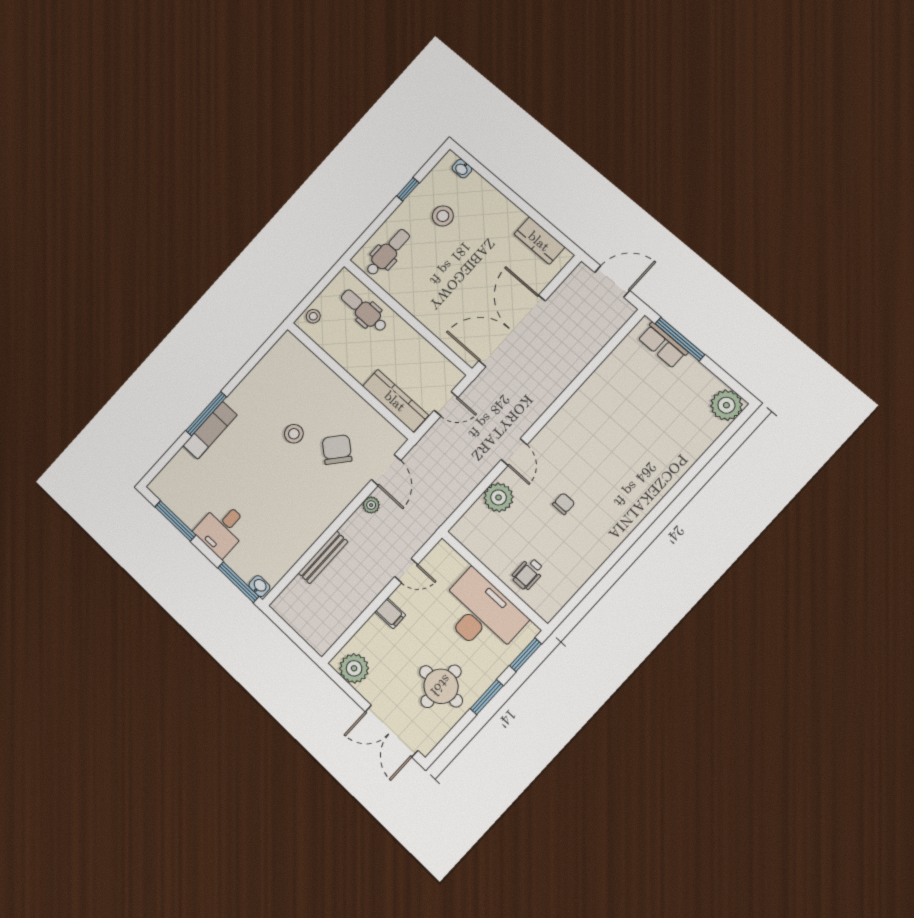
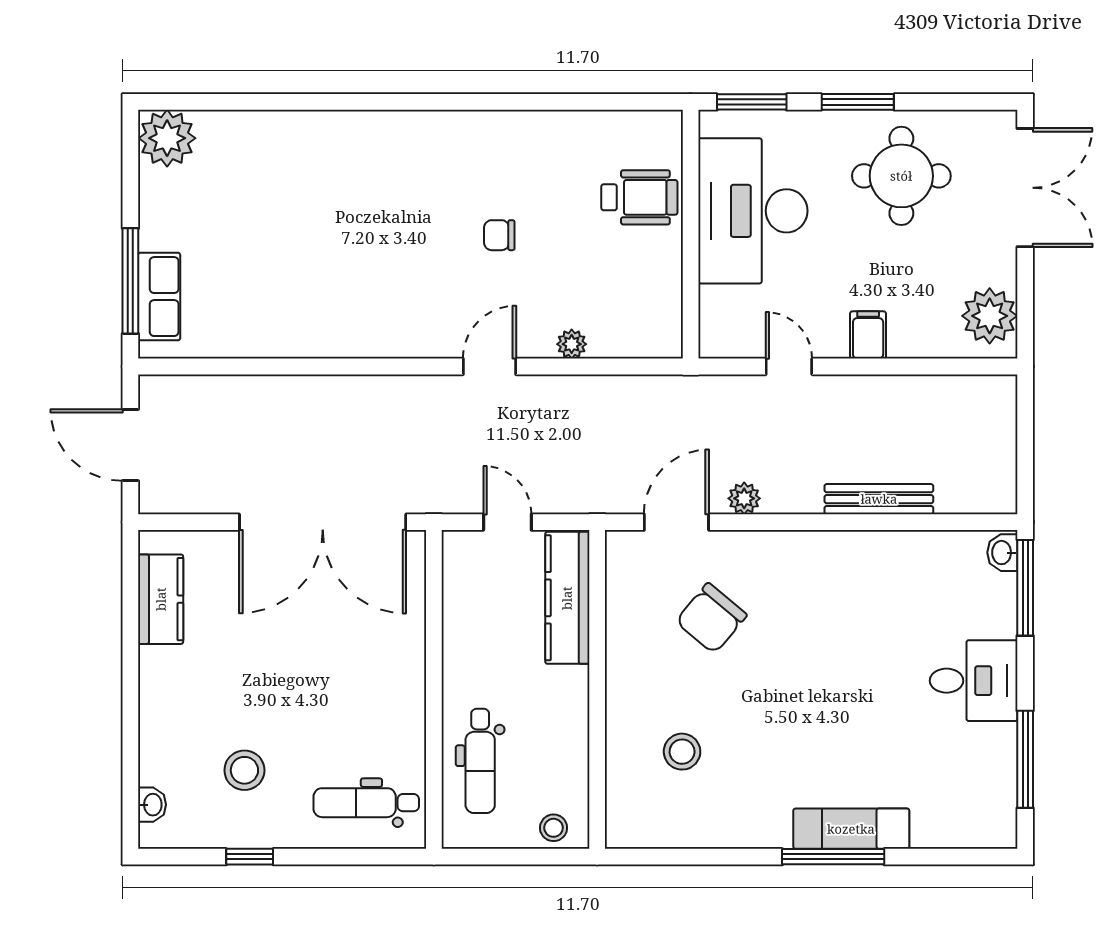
stool: (294, 434) -> (682, 752), moved
plant: (499, 497) -> (572, 344), width x0.53, depth x0.53
wheelchair: (528, 574) -> (639, 197), width x1.36, depth x1.37

